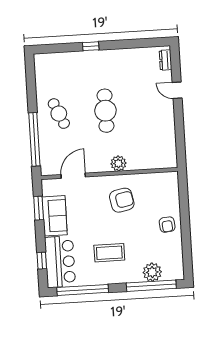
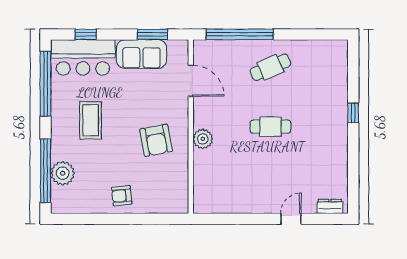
cafe table: (105, 111) -> (270, 127), width x0.73, depth x0.74

